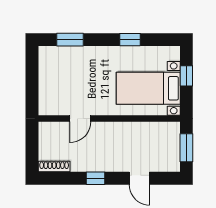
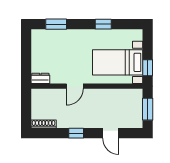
window: (186, 76) -> (148, 68), moved
dresser: (50, 109) -> (40, 78), added
door: (80, 118) -> (75, 86), moved

